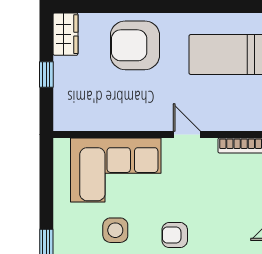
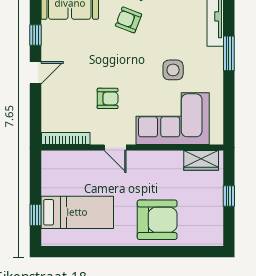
wardrobe: (65, 34) -> (201, 160), moved, turned -90
armchair: (175, 235) -> (108, 98), moved

